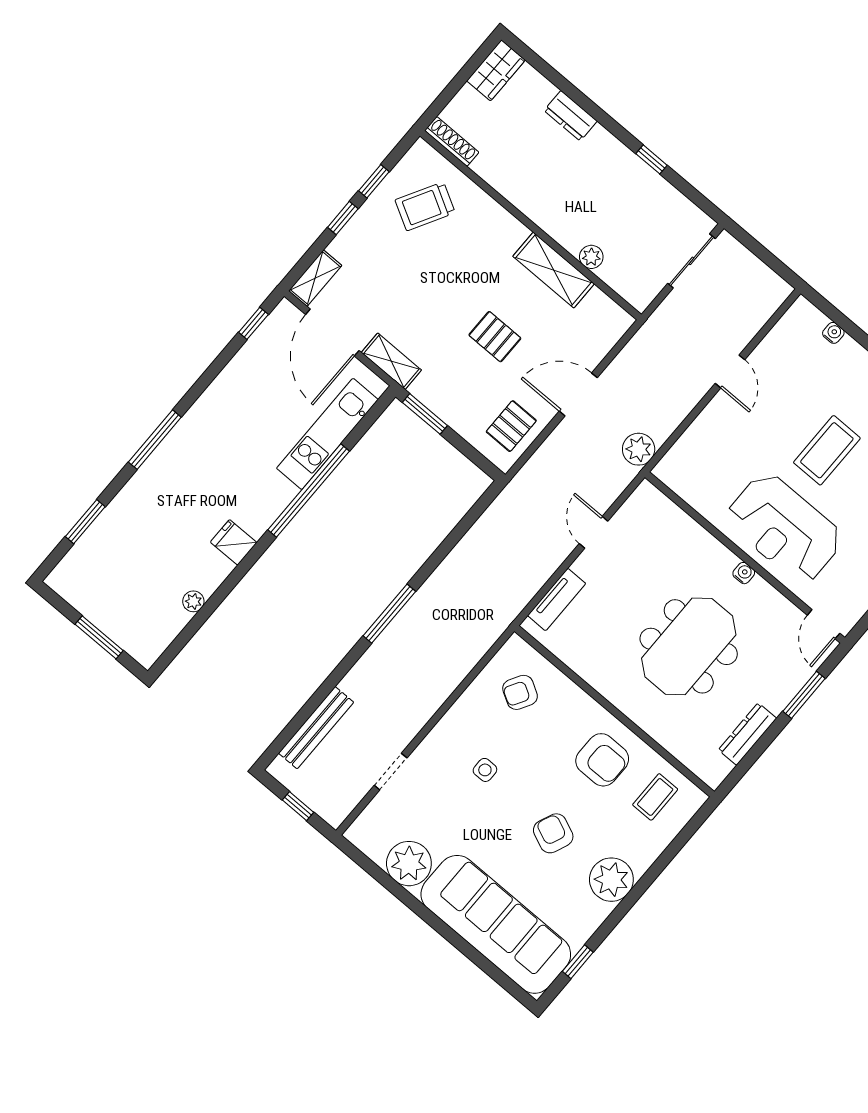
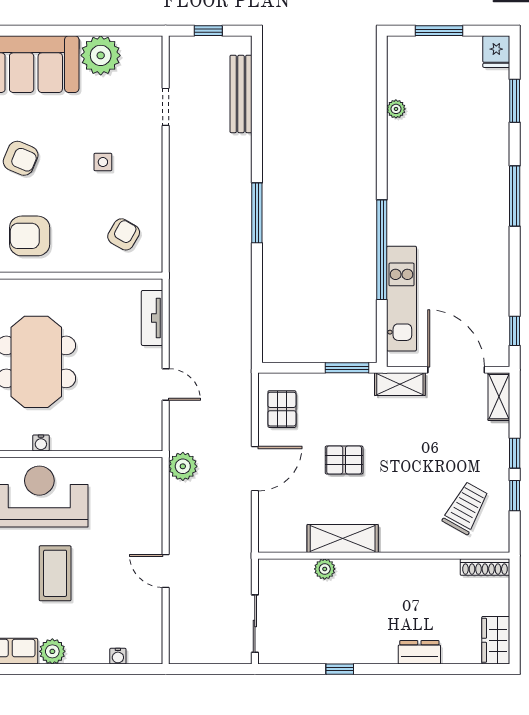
fridge: (234, 542) -> (496, 52), moved, turned 90

